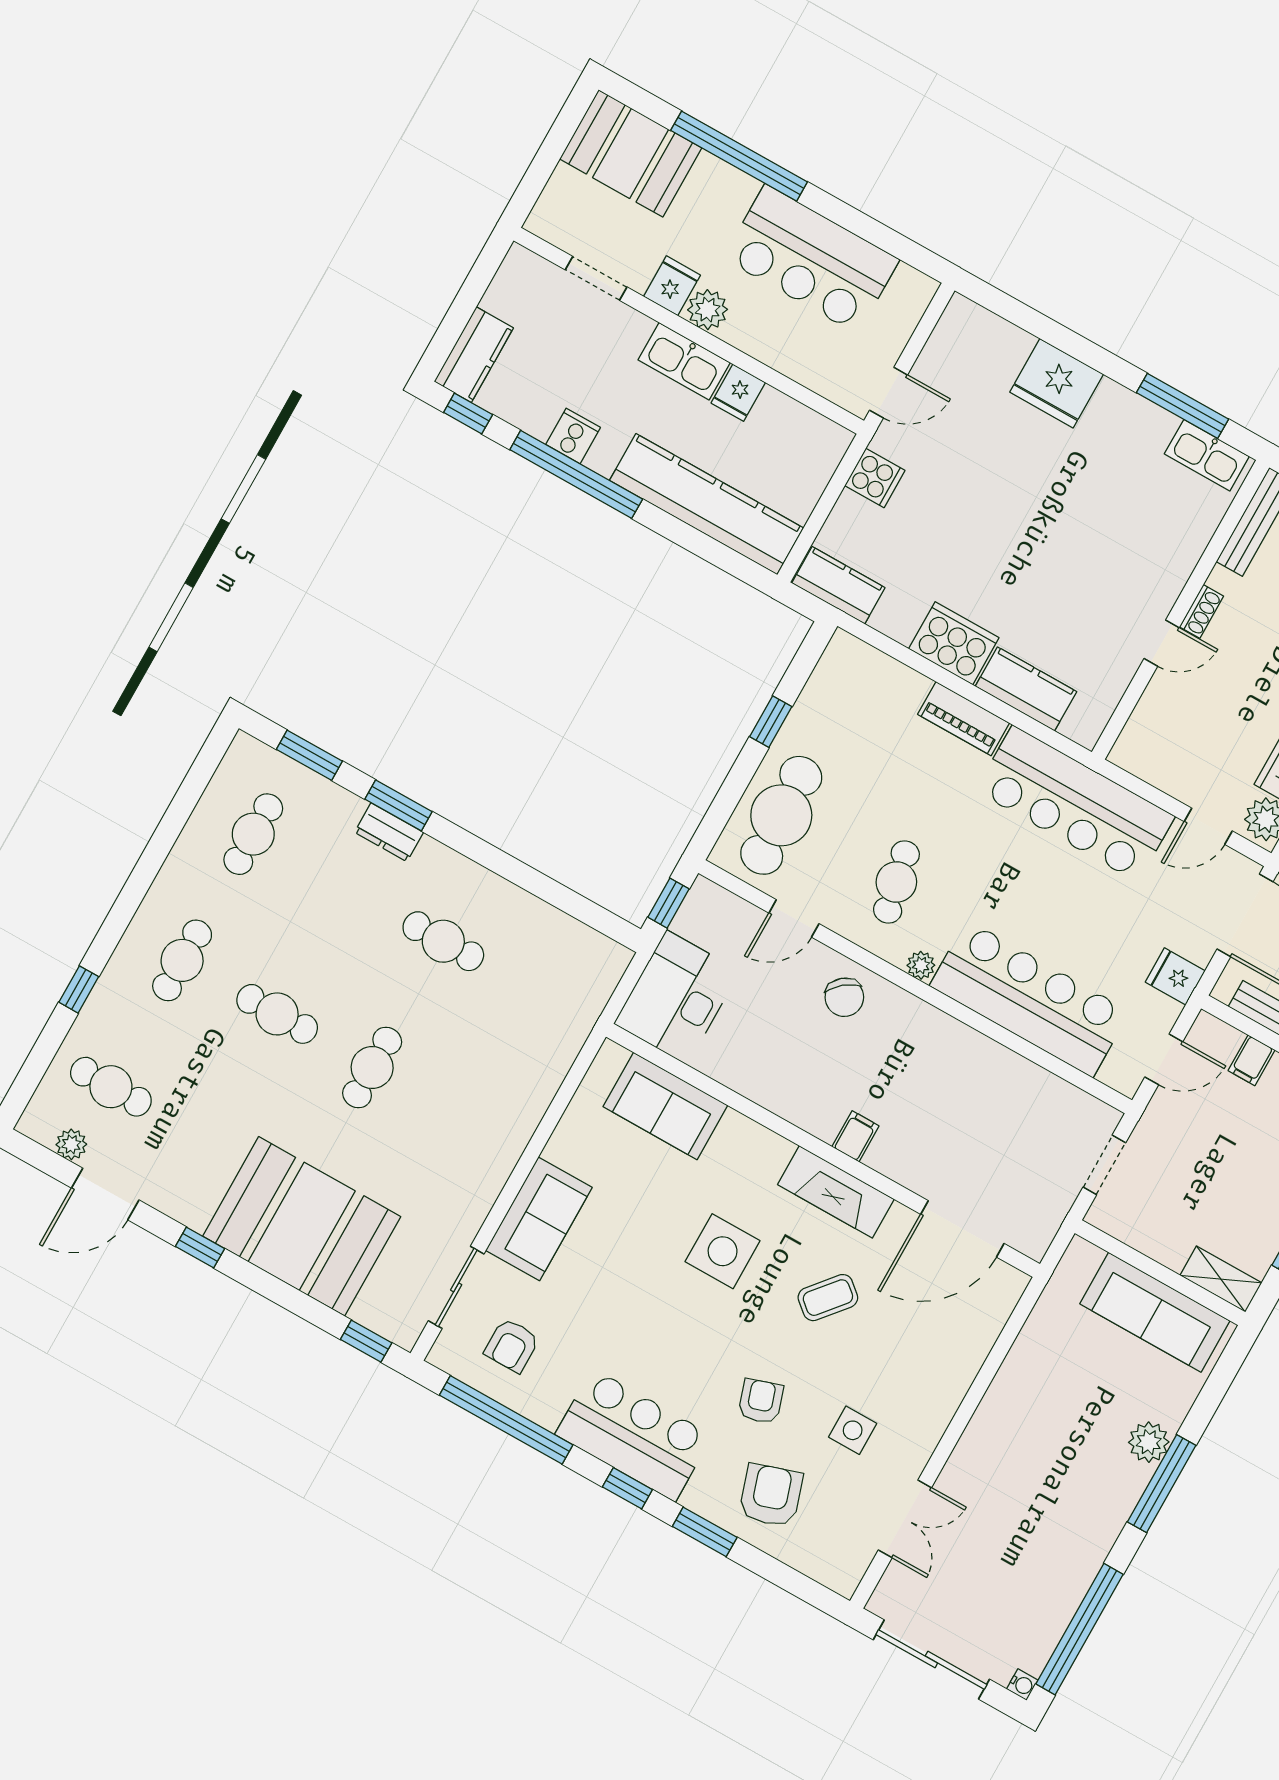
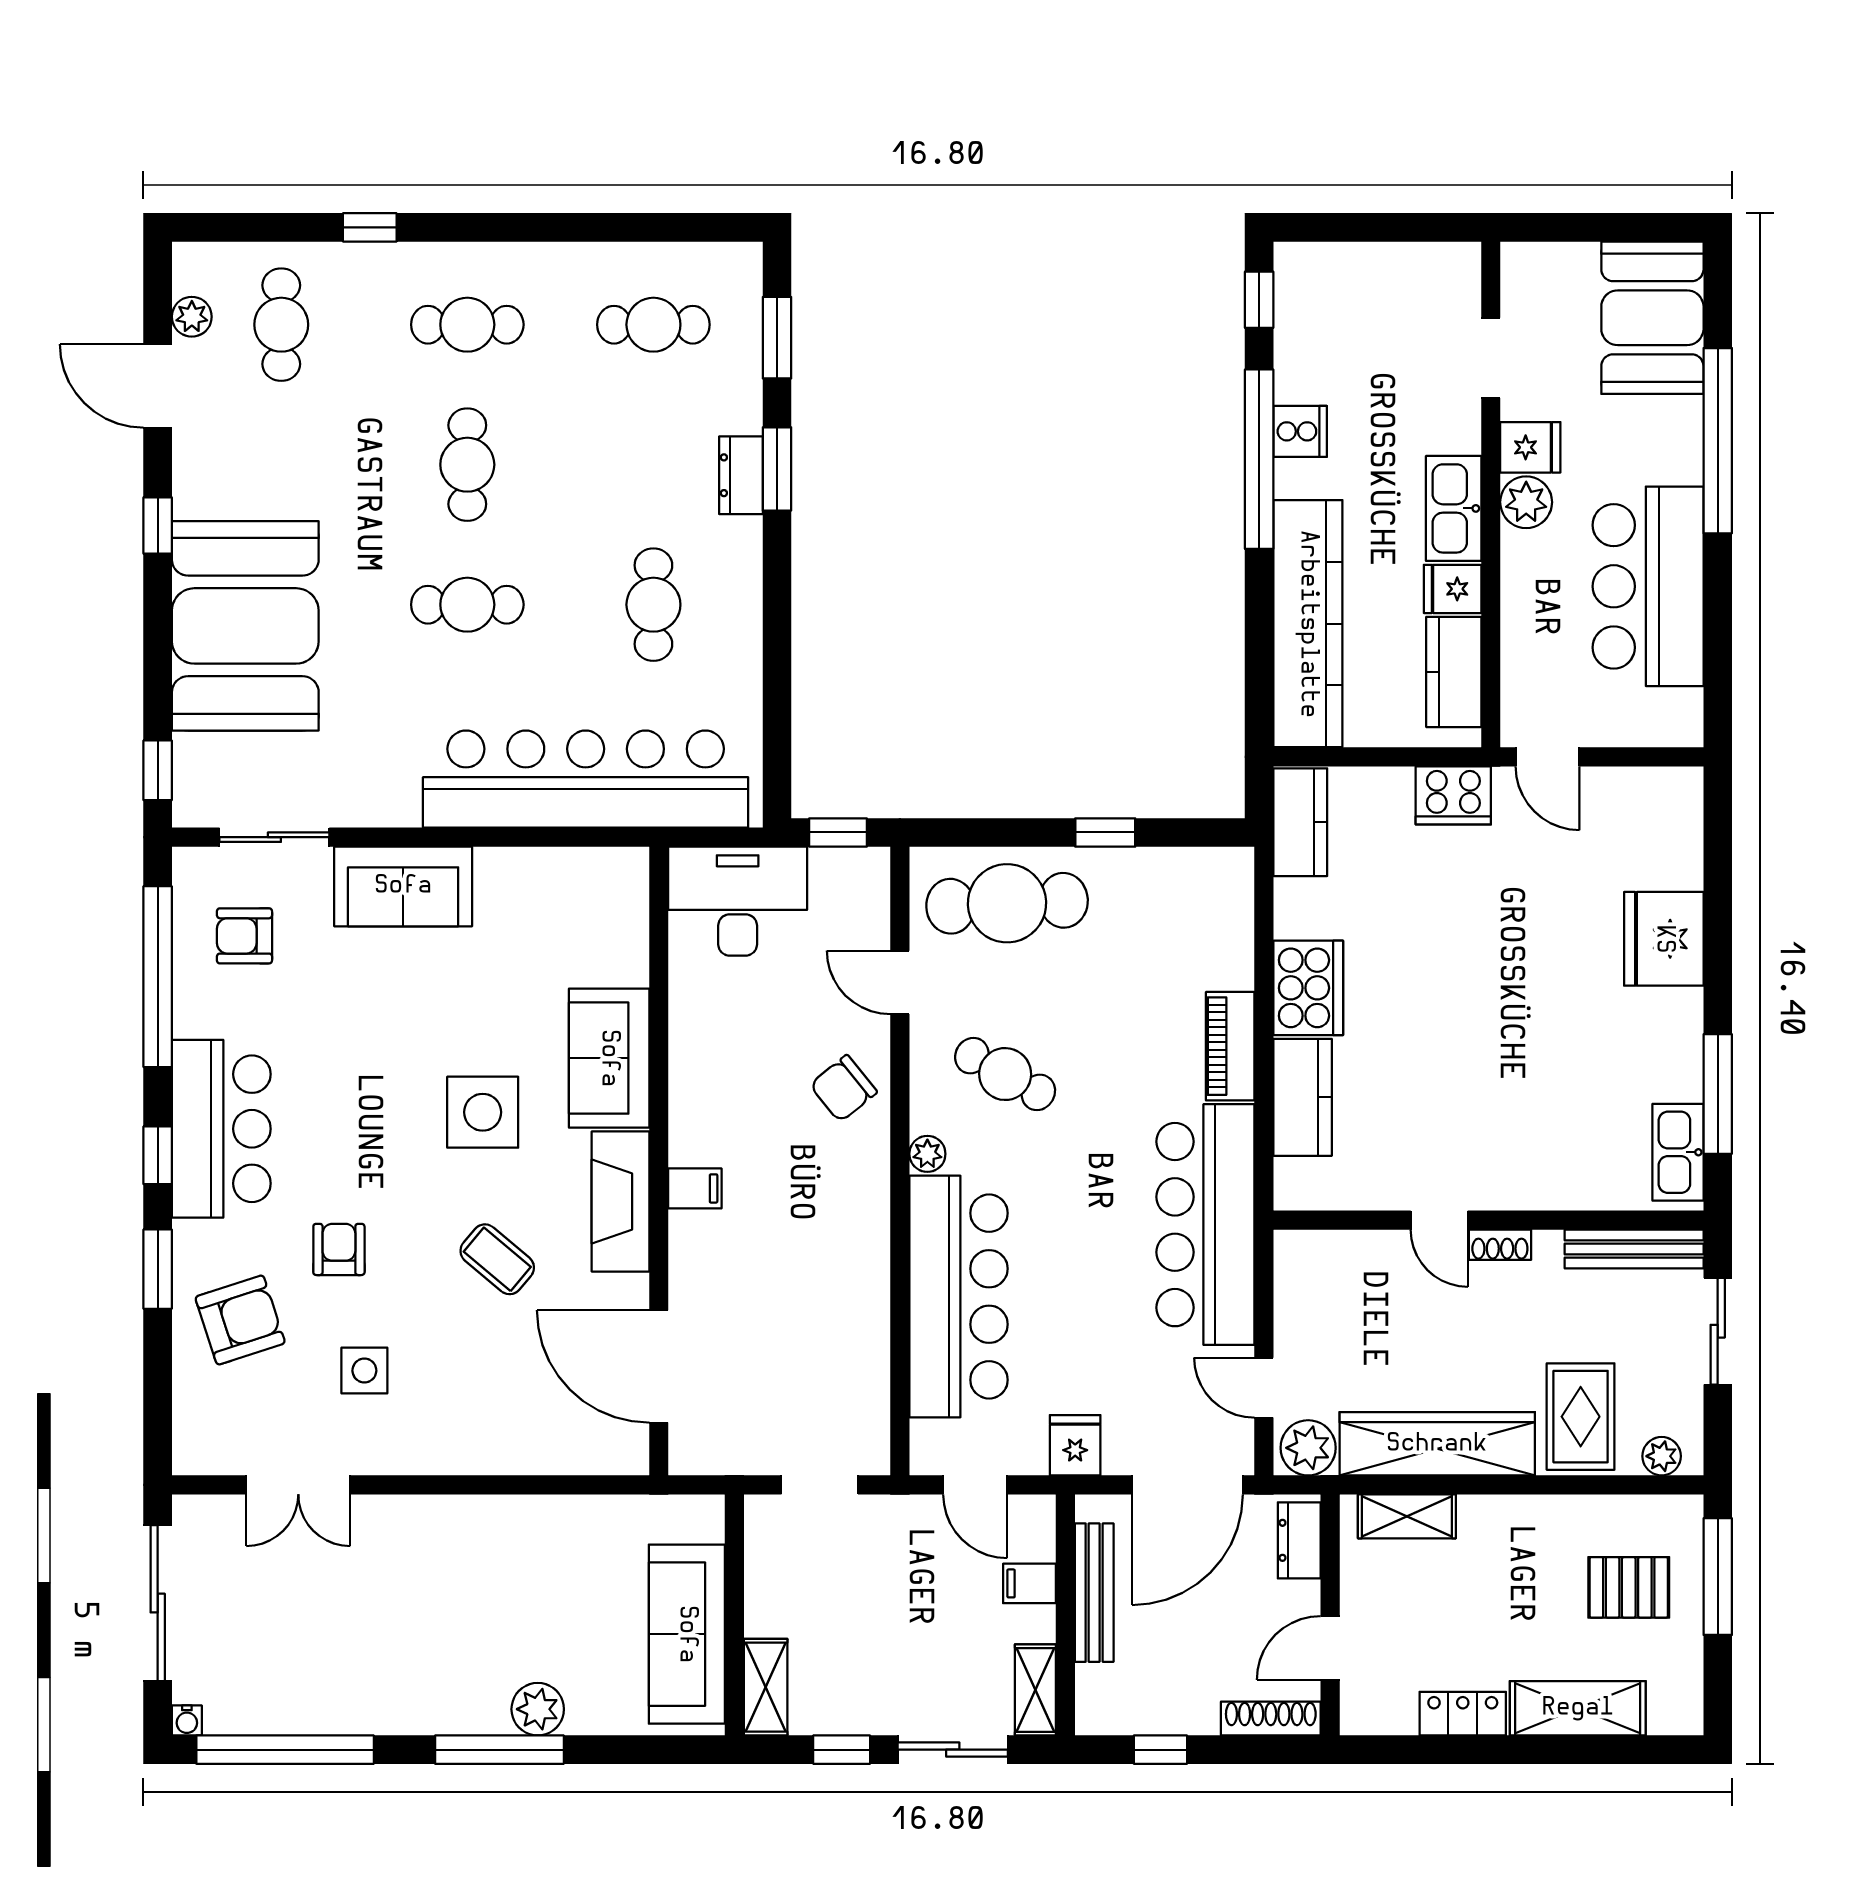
kitchen counter: (474, 355) -> (1454, 672), moved, turned 90
cooker: (875, 478) -> (1453, 795), width x1.36
cafe table: (896, 882) -> (1005, 1074), turned 41
bar counter: (536, 1054) -> (586, 779), added
sofa: (665, 1106) -> (609, 1058), moved
armchair: (761, 1401) -> (339, 1249), turned -72

